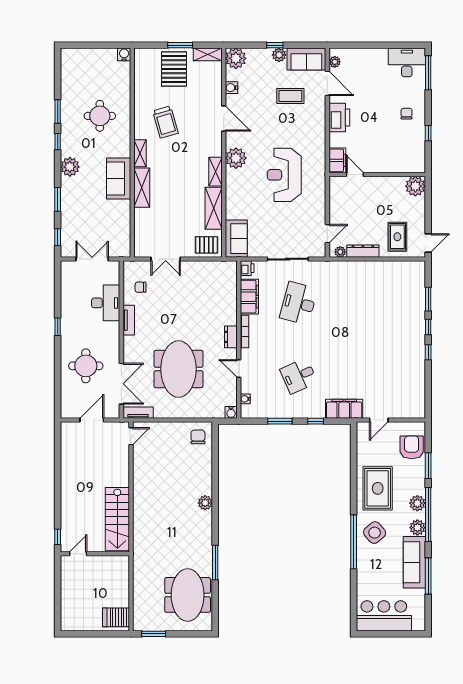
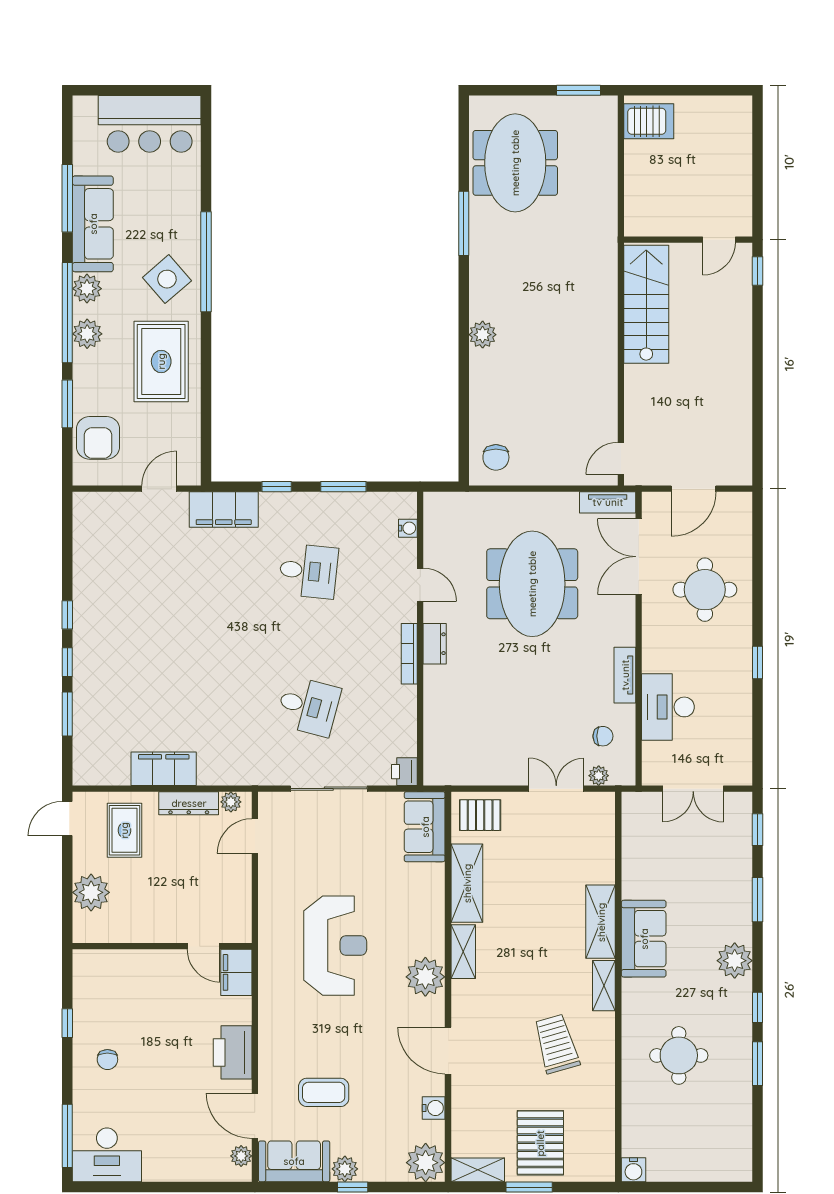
plant: (415, 186) -> (91, 892), moved
plant: (143, 266) -> (599, 776), added
filing cabinet: (249, 297) -> (164, 769), moved, turned 90
desk: (299, 303) -> (308, 706), width x0.73
desk: (299, 376) -> (308, 571), turned 30
water cooler: (231, 412) -> (434, 503), removed

